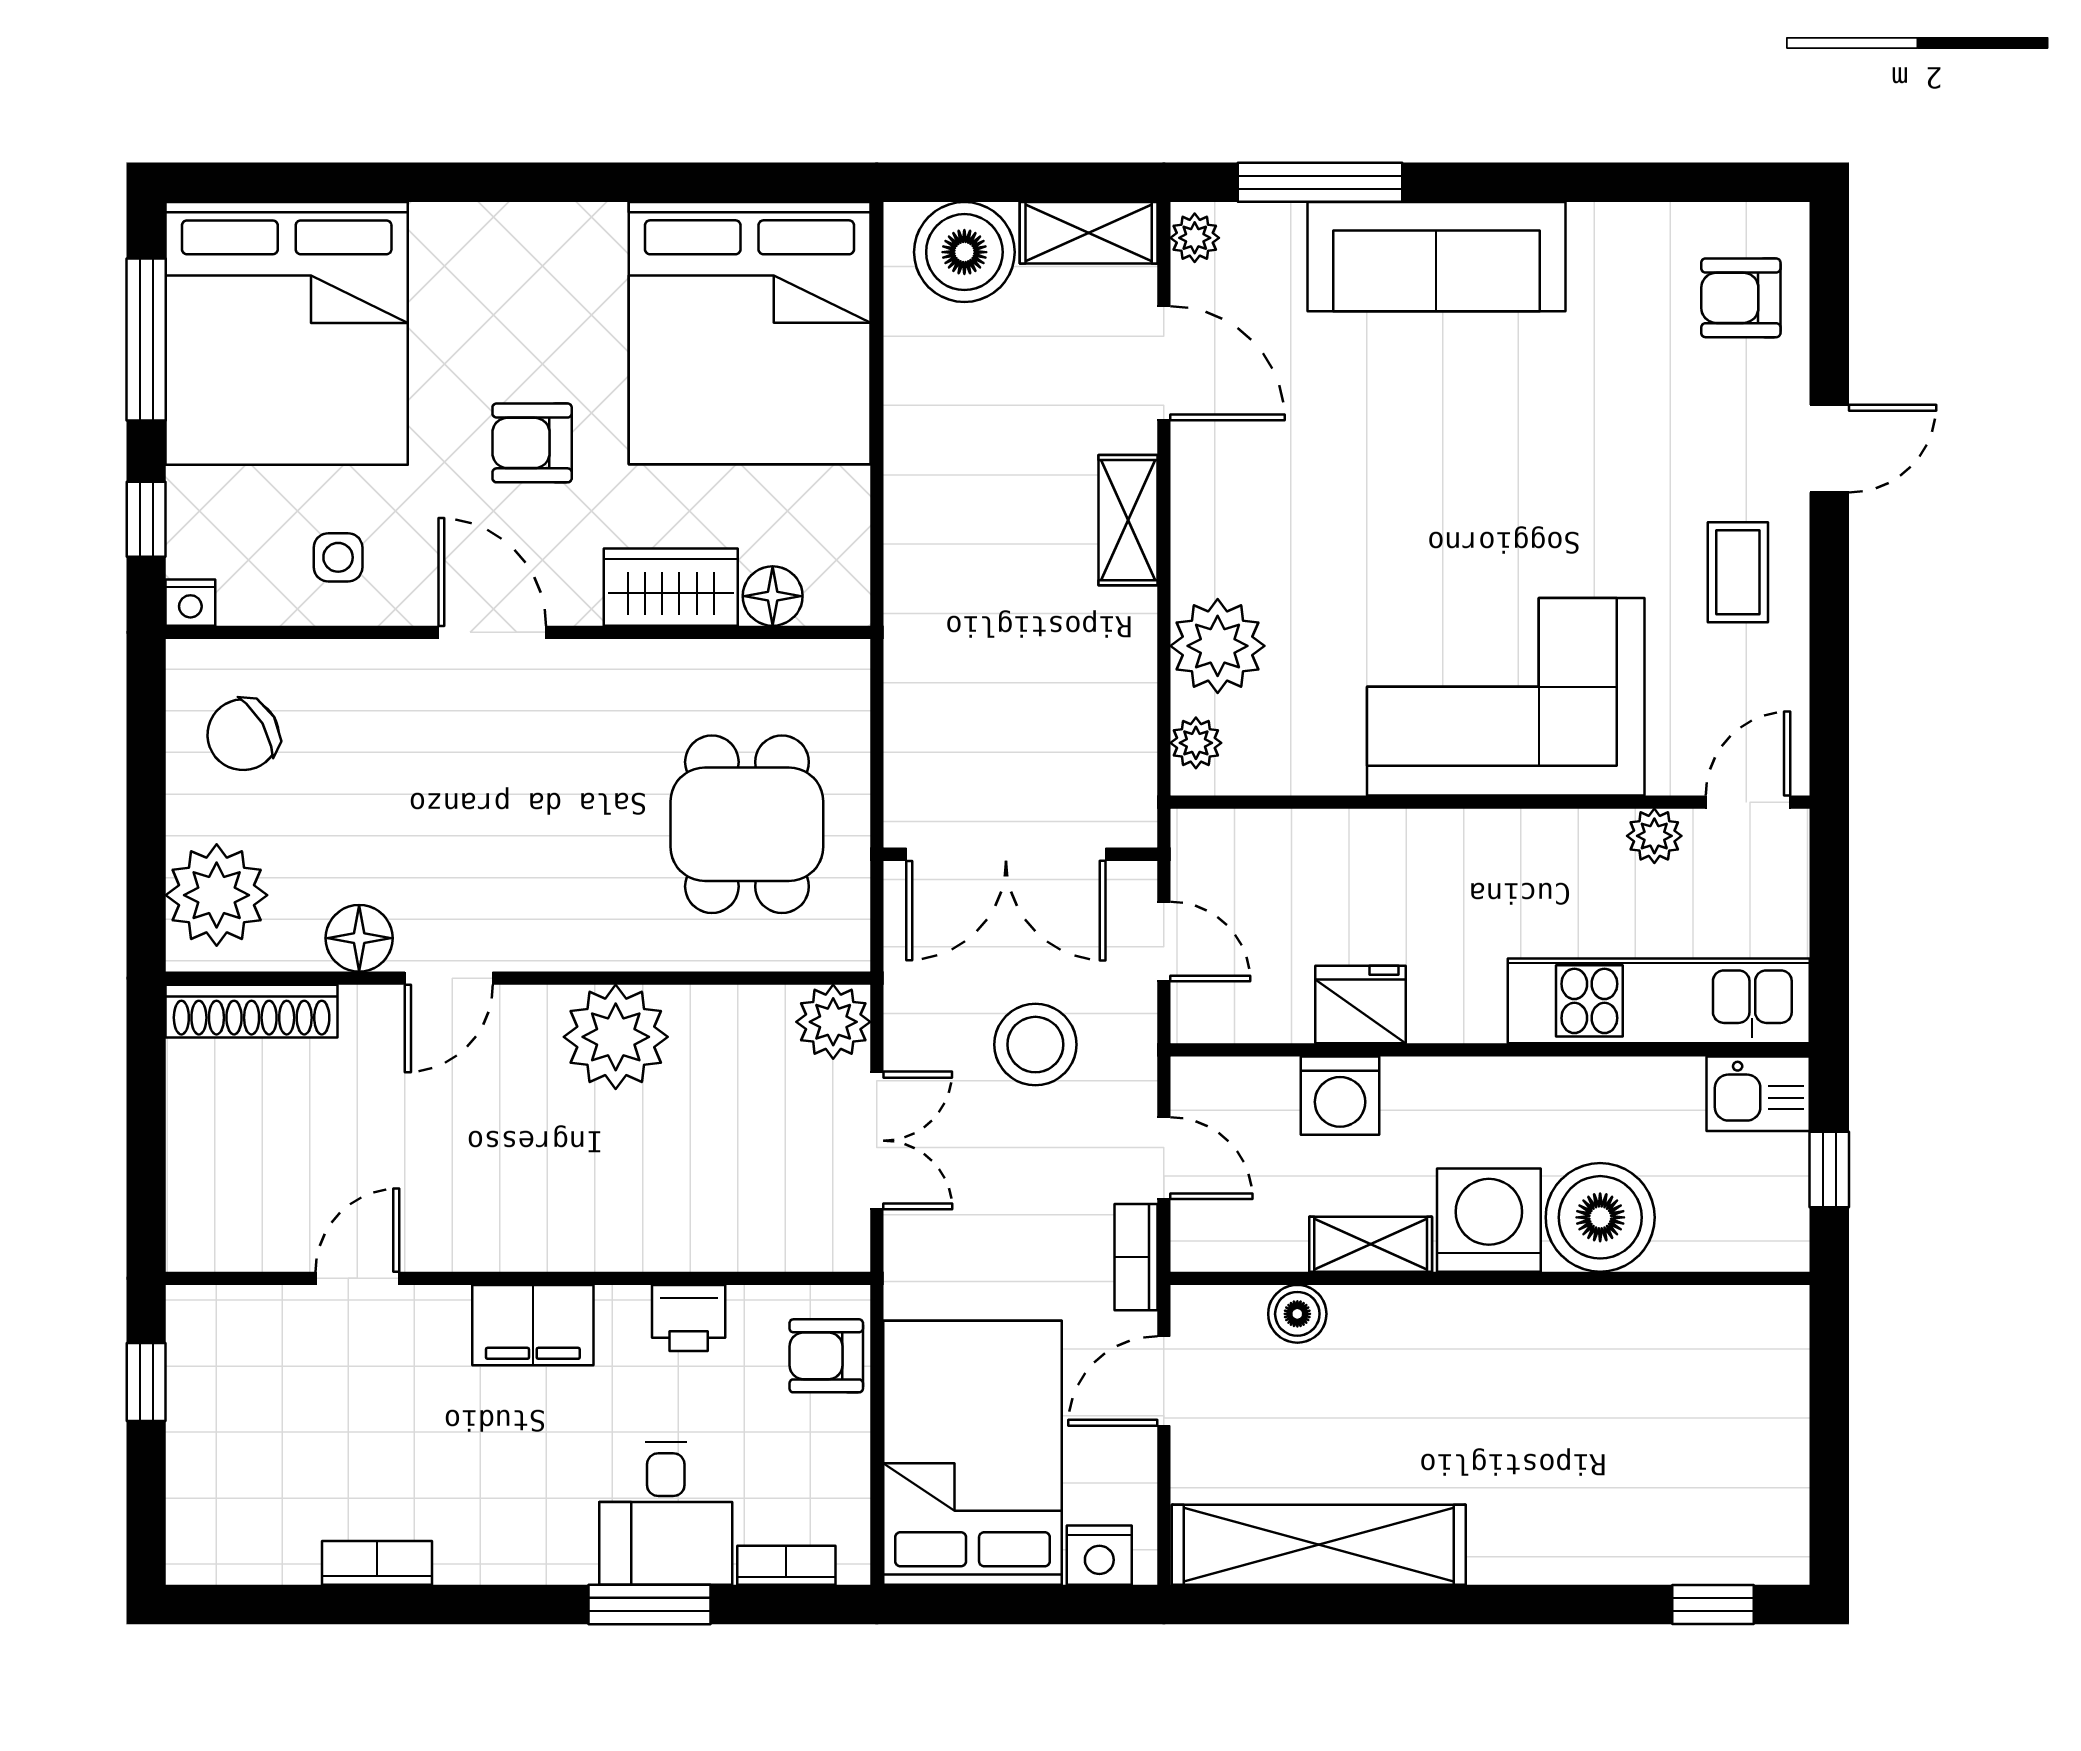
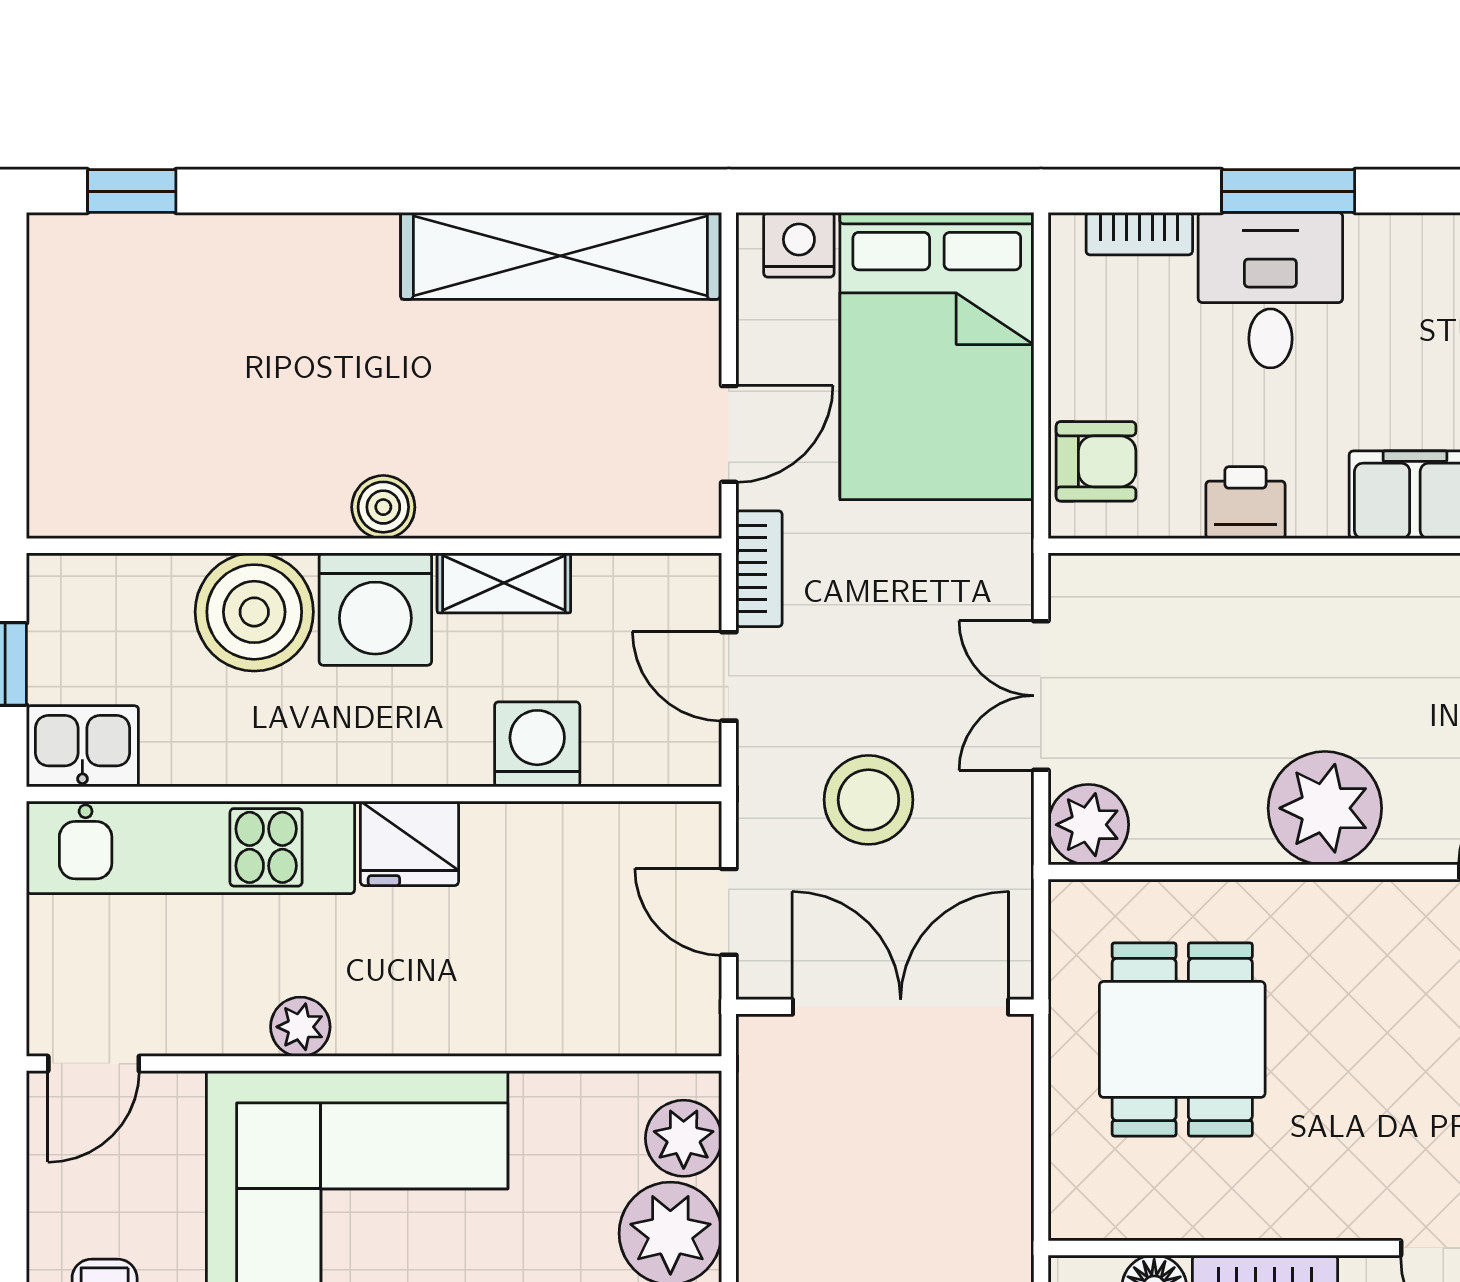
plant: (1196, 743) -> (684, 1138), width x1.38, depth x1.38
plant: (1654, 836) -> (300, 1027), moved
fridge: (1360, 1005) -> (409, 843), moved
boiler: (1297, 1314) -> (383, 507), moved

